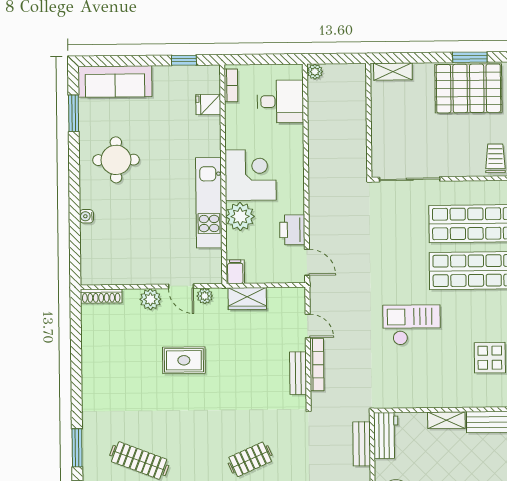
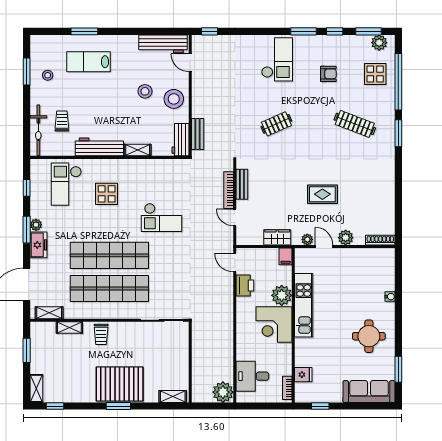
plant: (315, 72) -> (223, 392), width x1.88, depth x1.88

